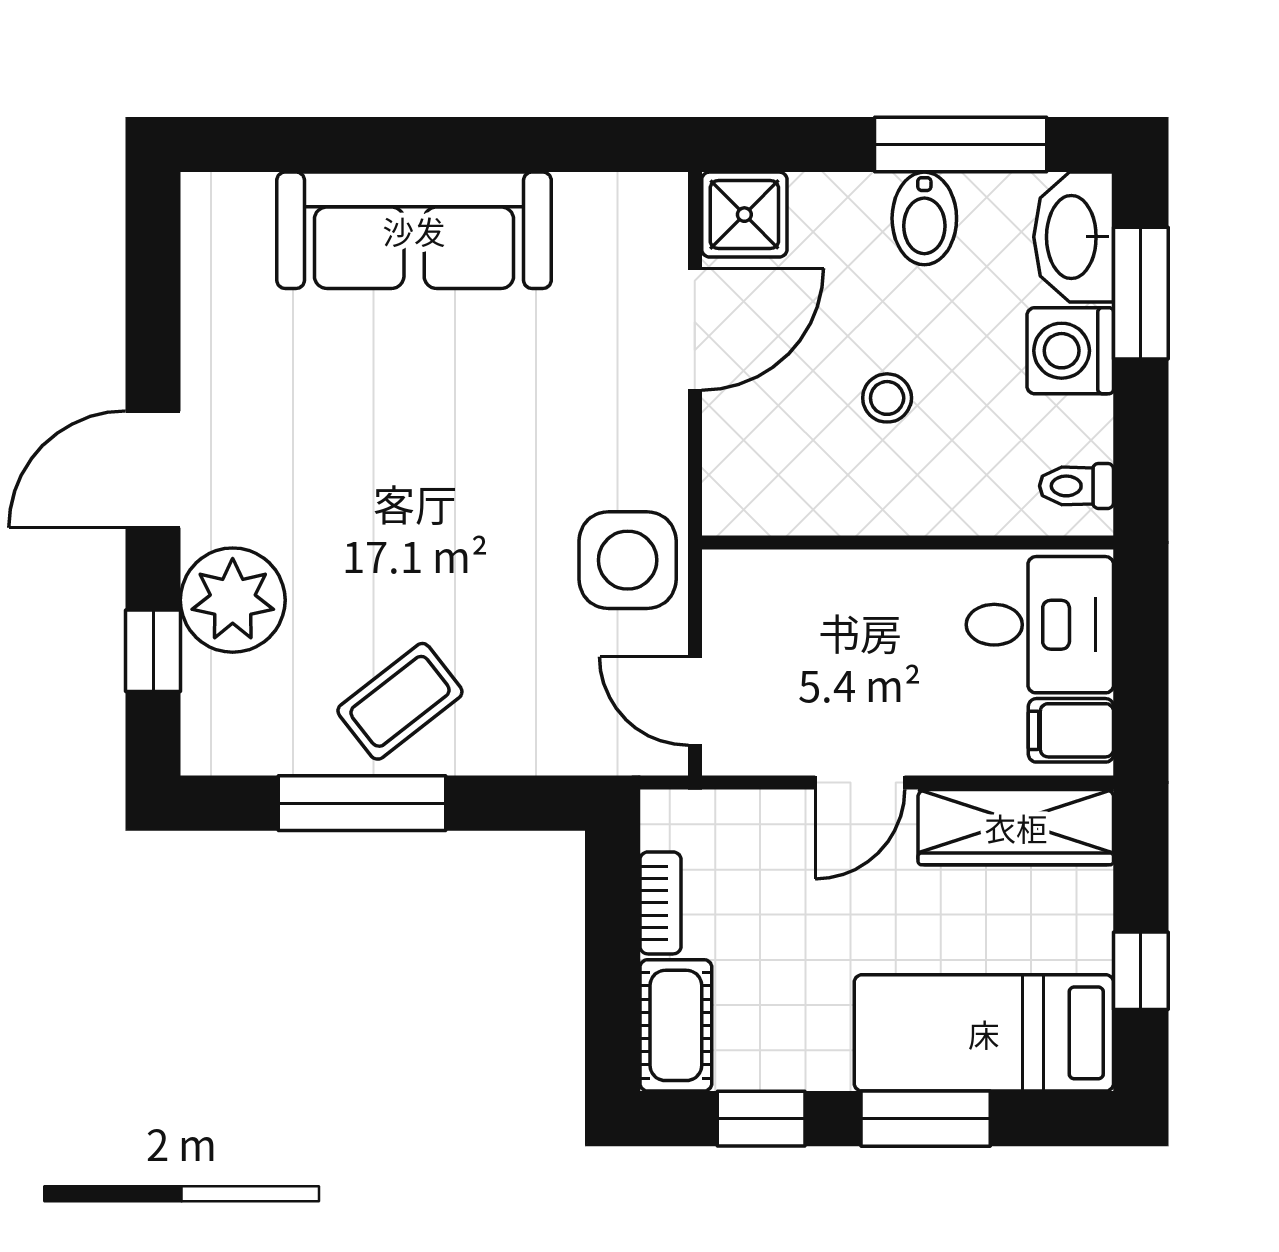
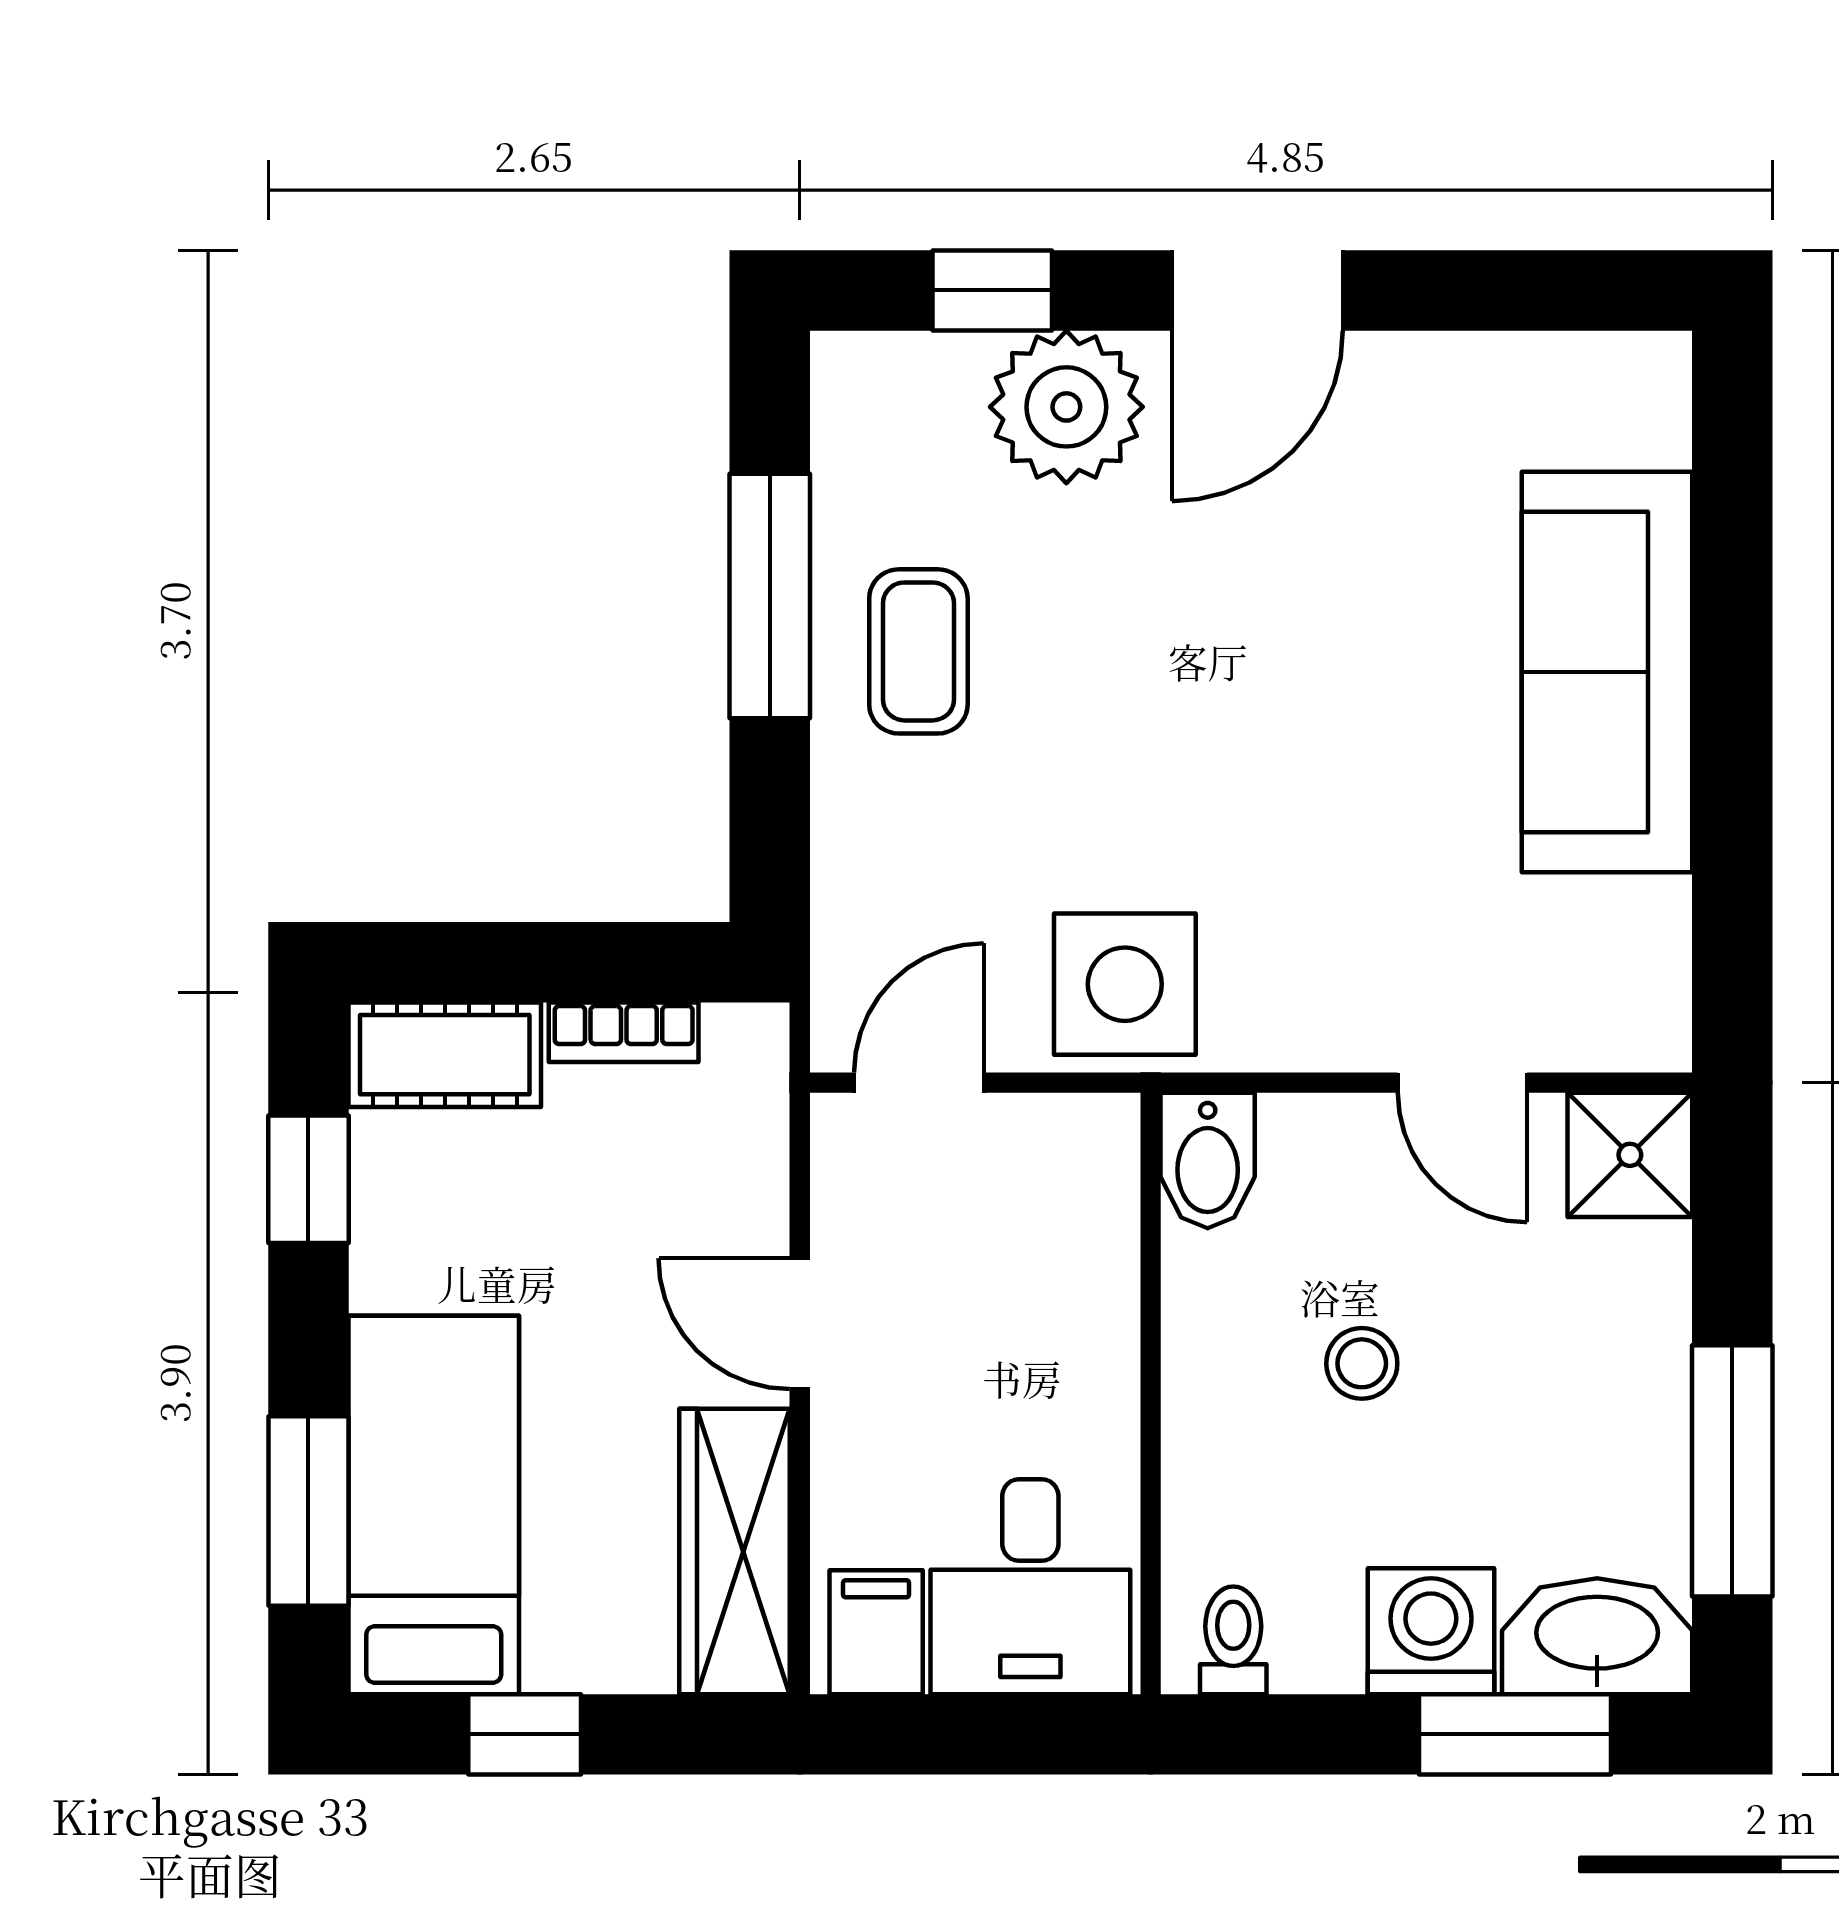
bidet: (924, 218) -> (1208, 1161), moved, turned -90
door: (695, 329) -> (1462, 1083), width x0.73
door: (153, 469) -> (1257, 290), swing flipped
coffee table: (400, 701) -> (918, 651), turned 38
window: (926, 1119) -> (308, 1511), moved

